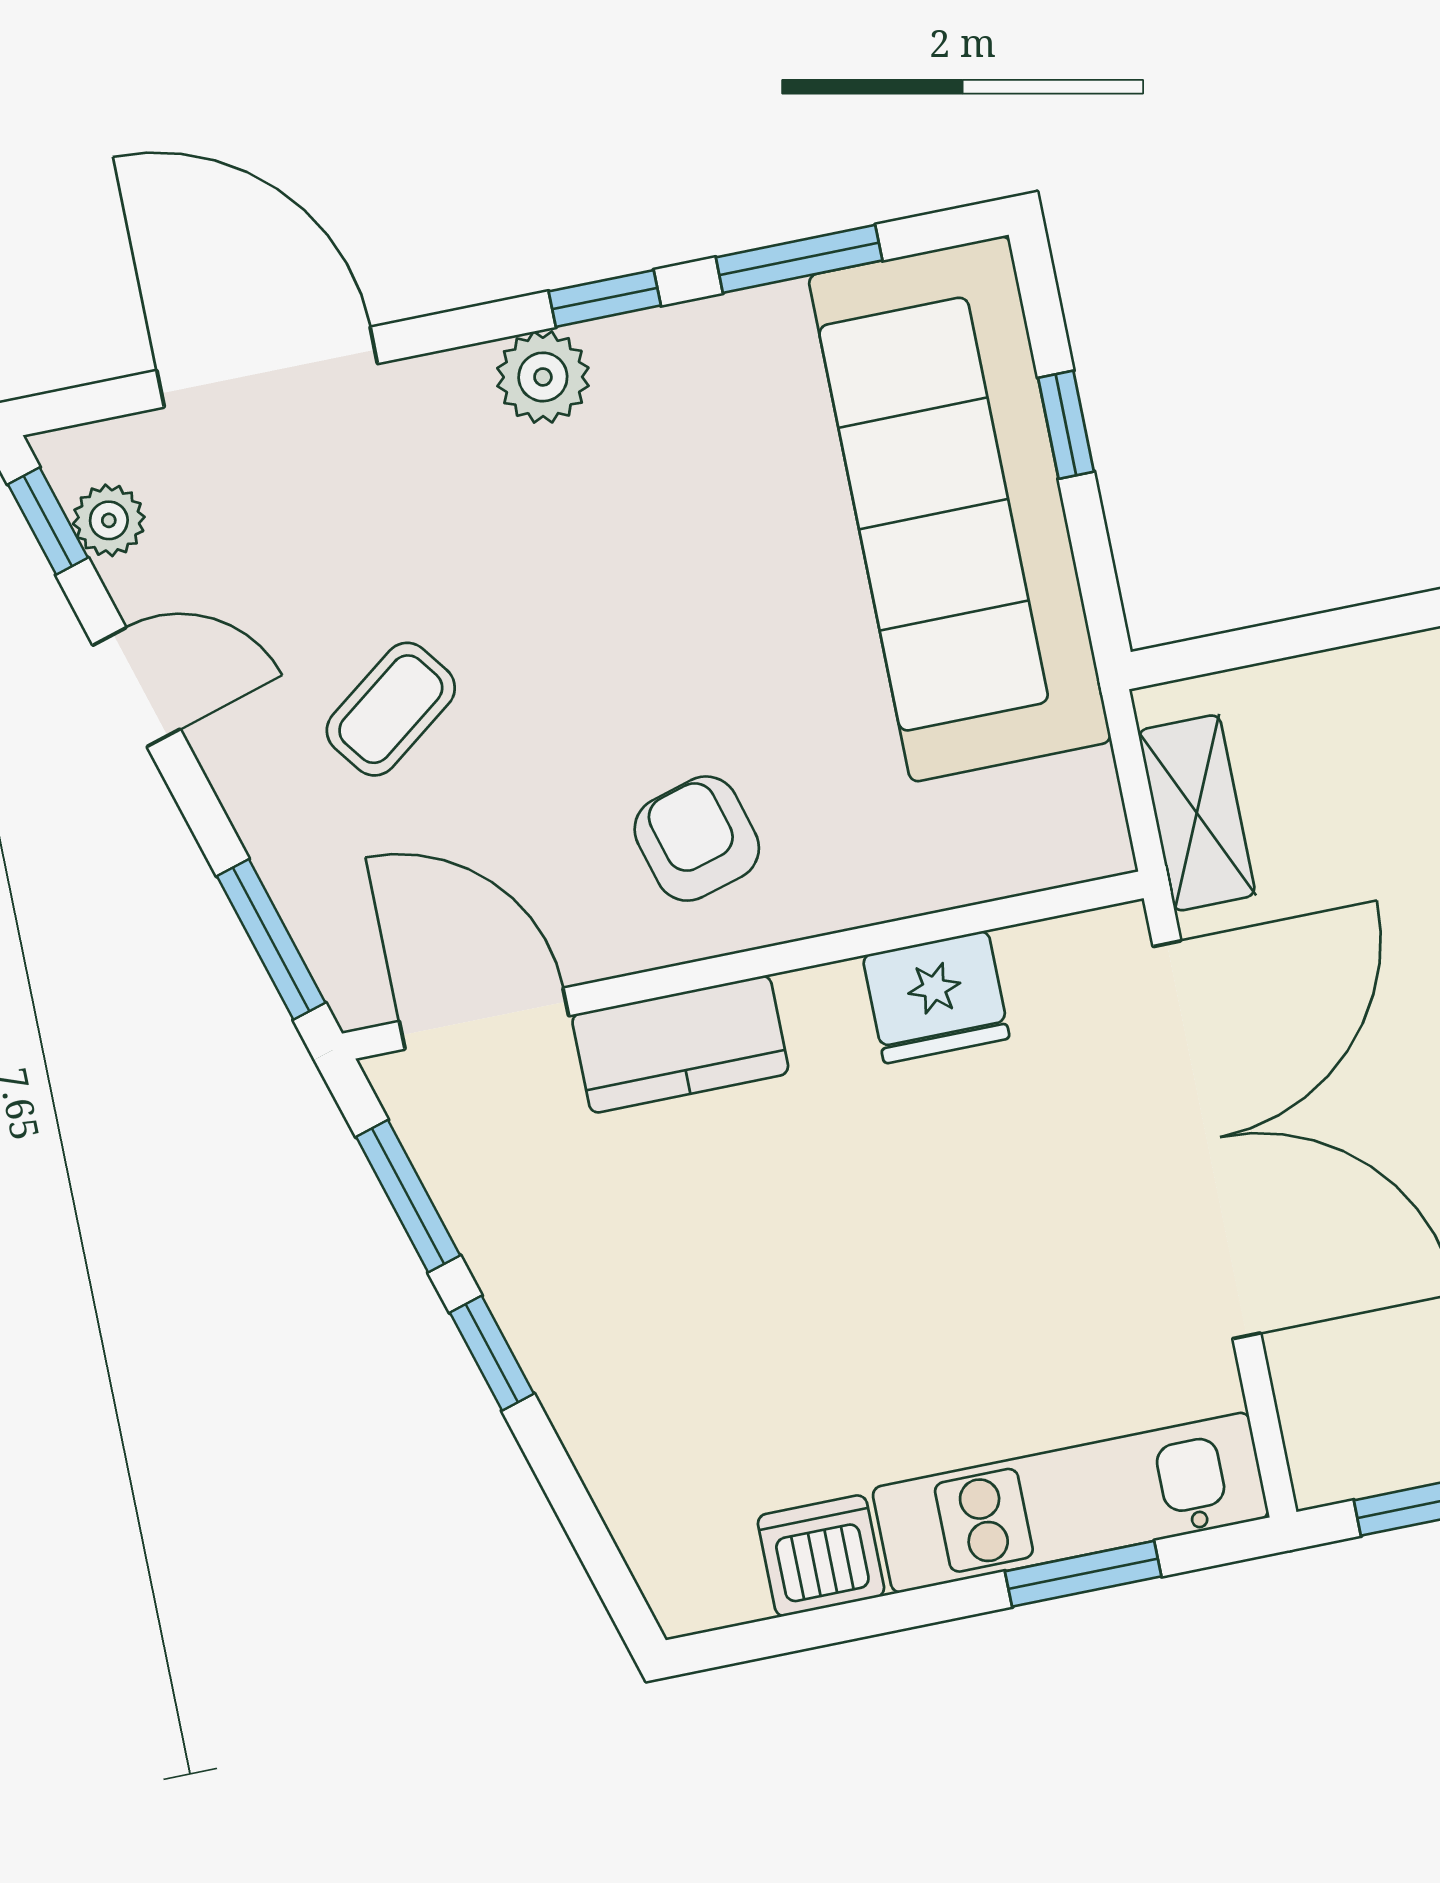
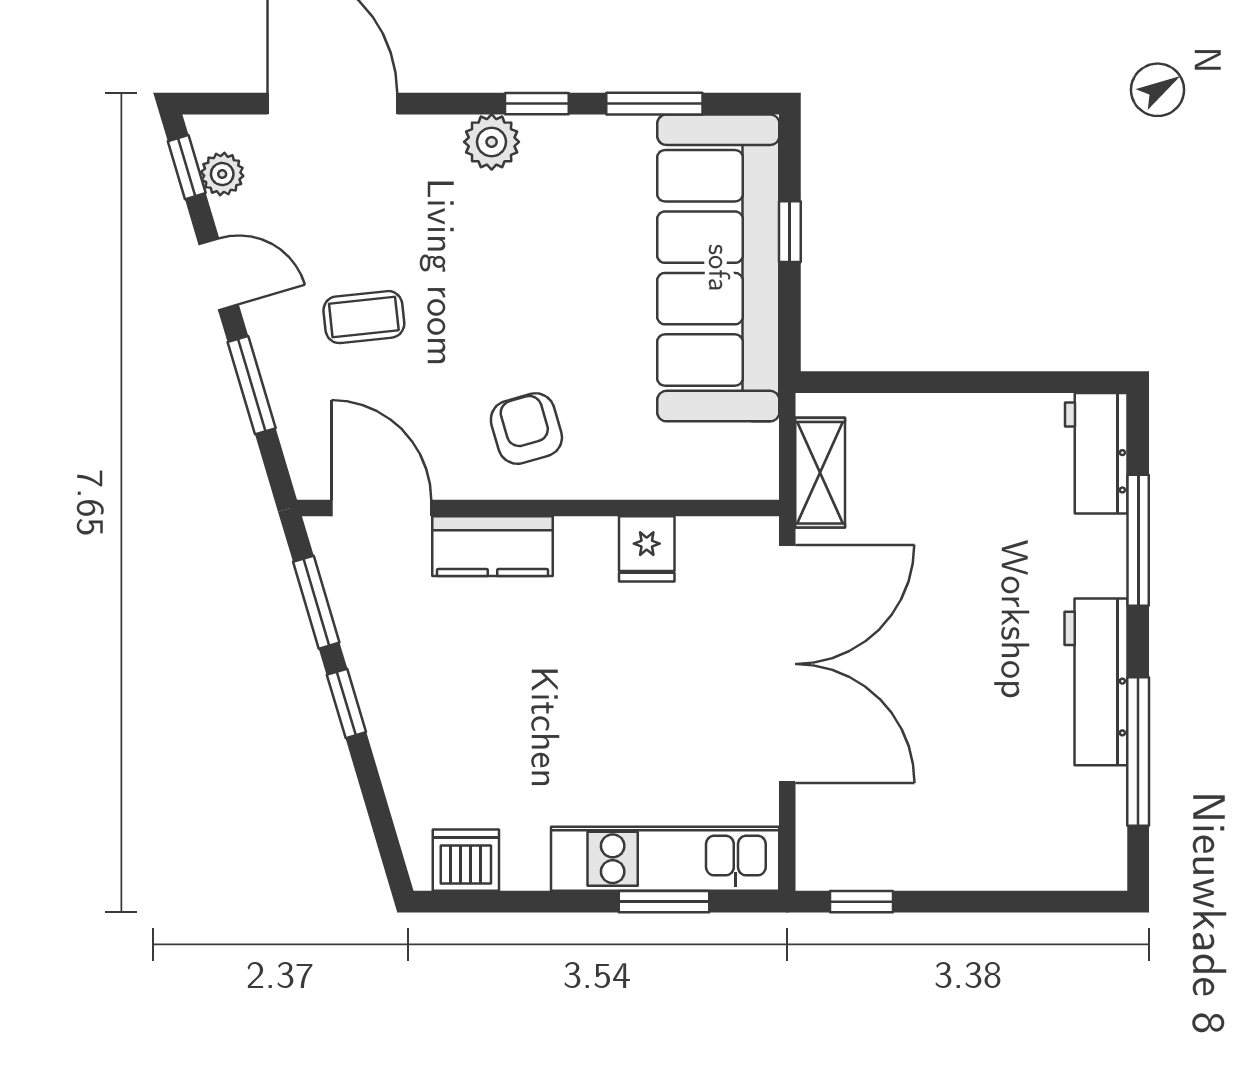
coffee table: (391, 709) -> (364, 317), turned 31
window: (271, 939) -> (252, 385), moved
fridge: (936, 997) -> (647, 549), width x0.72
dishwasher: (821, 1556) -> (466, 860), moved

